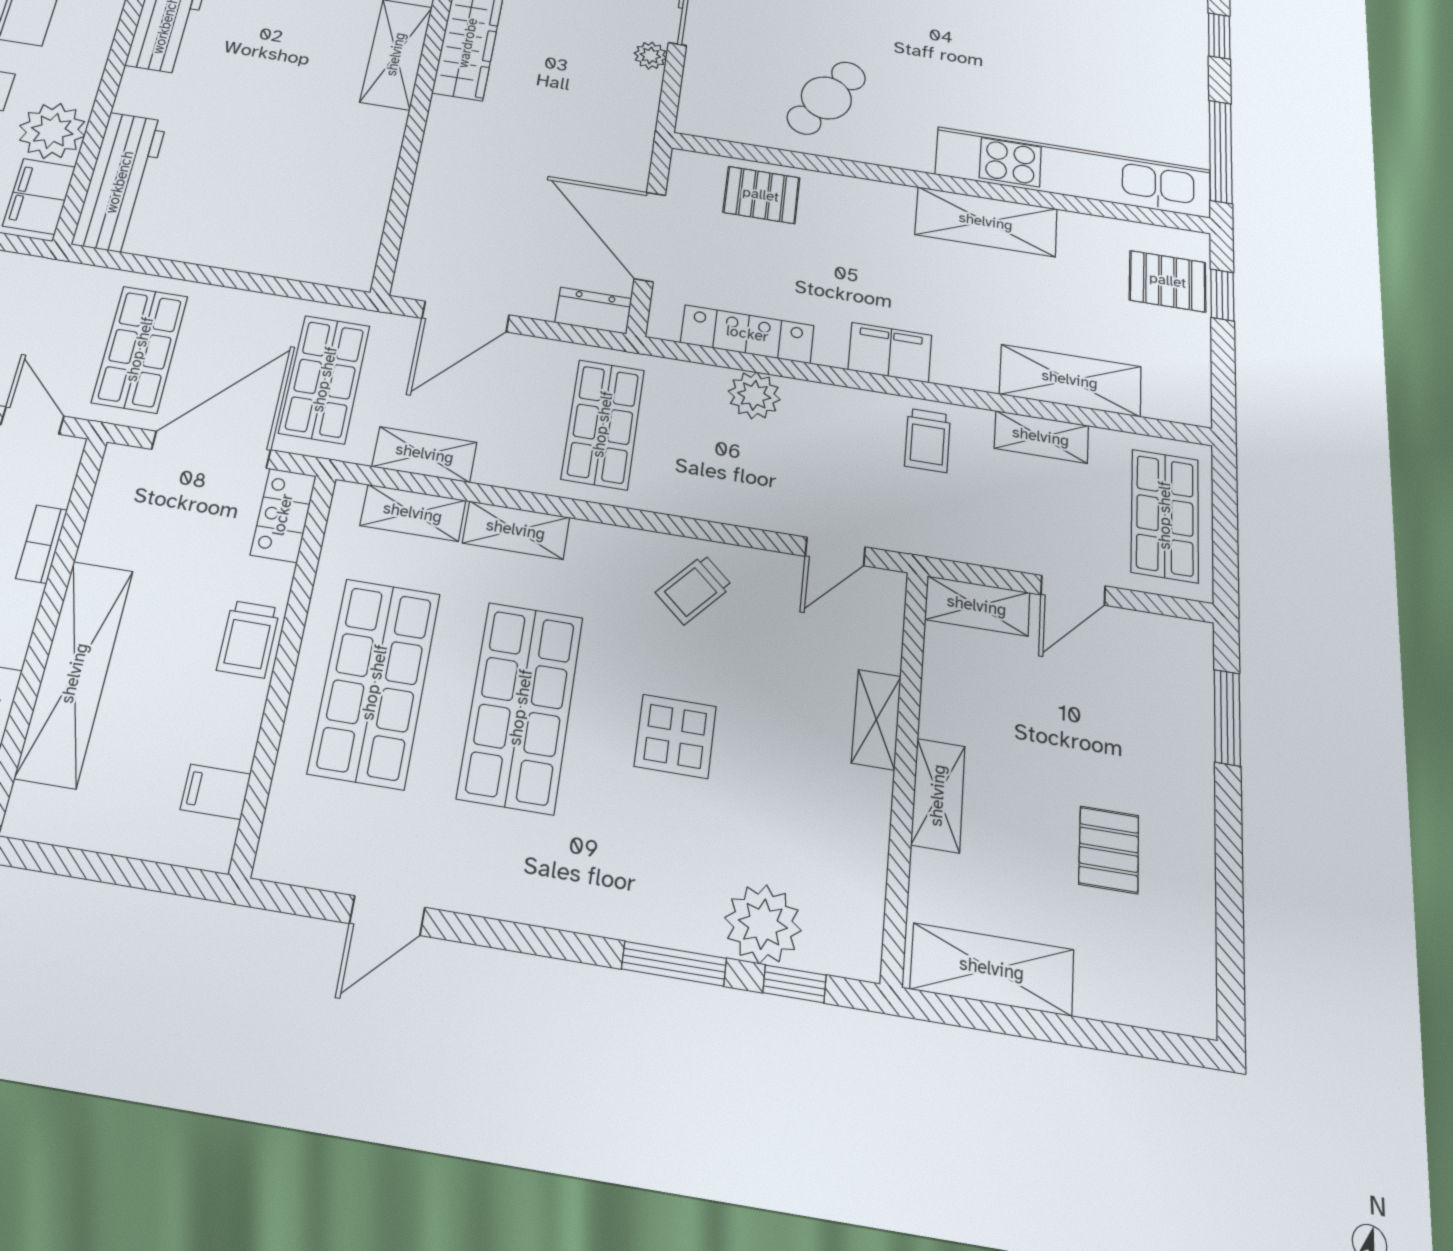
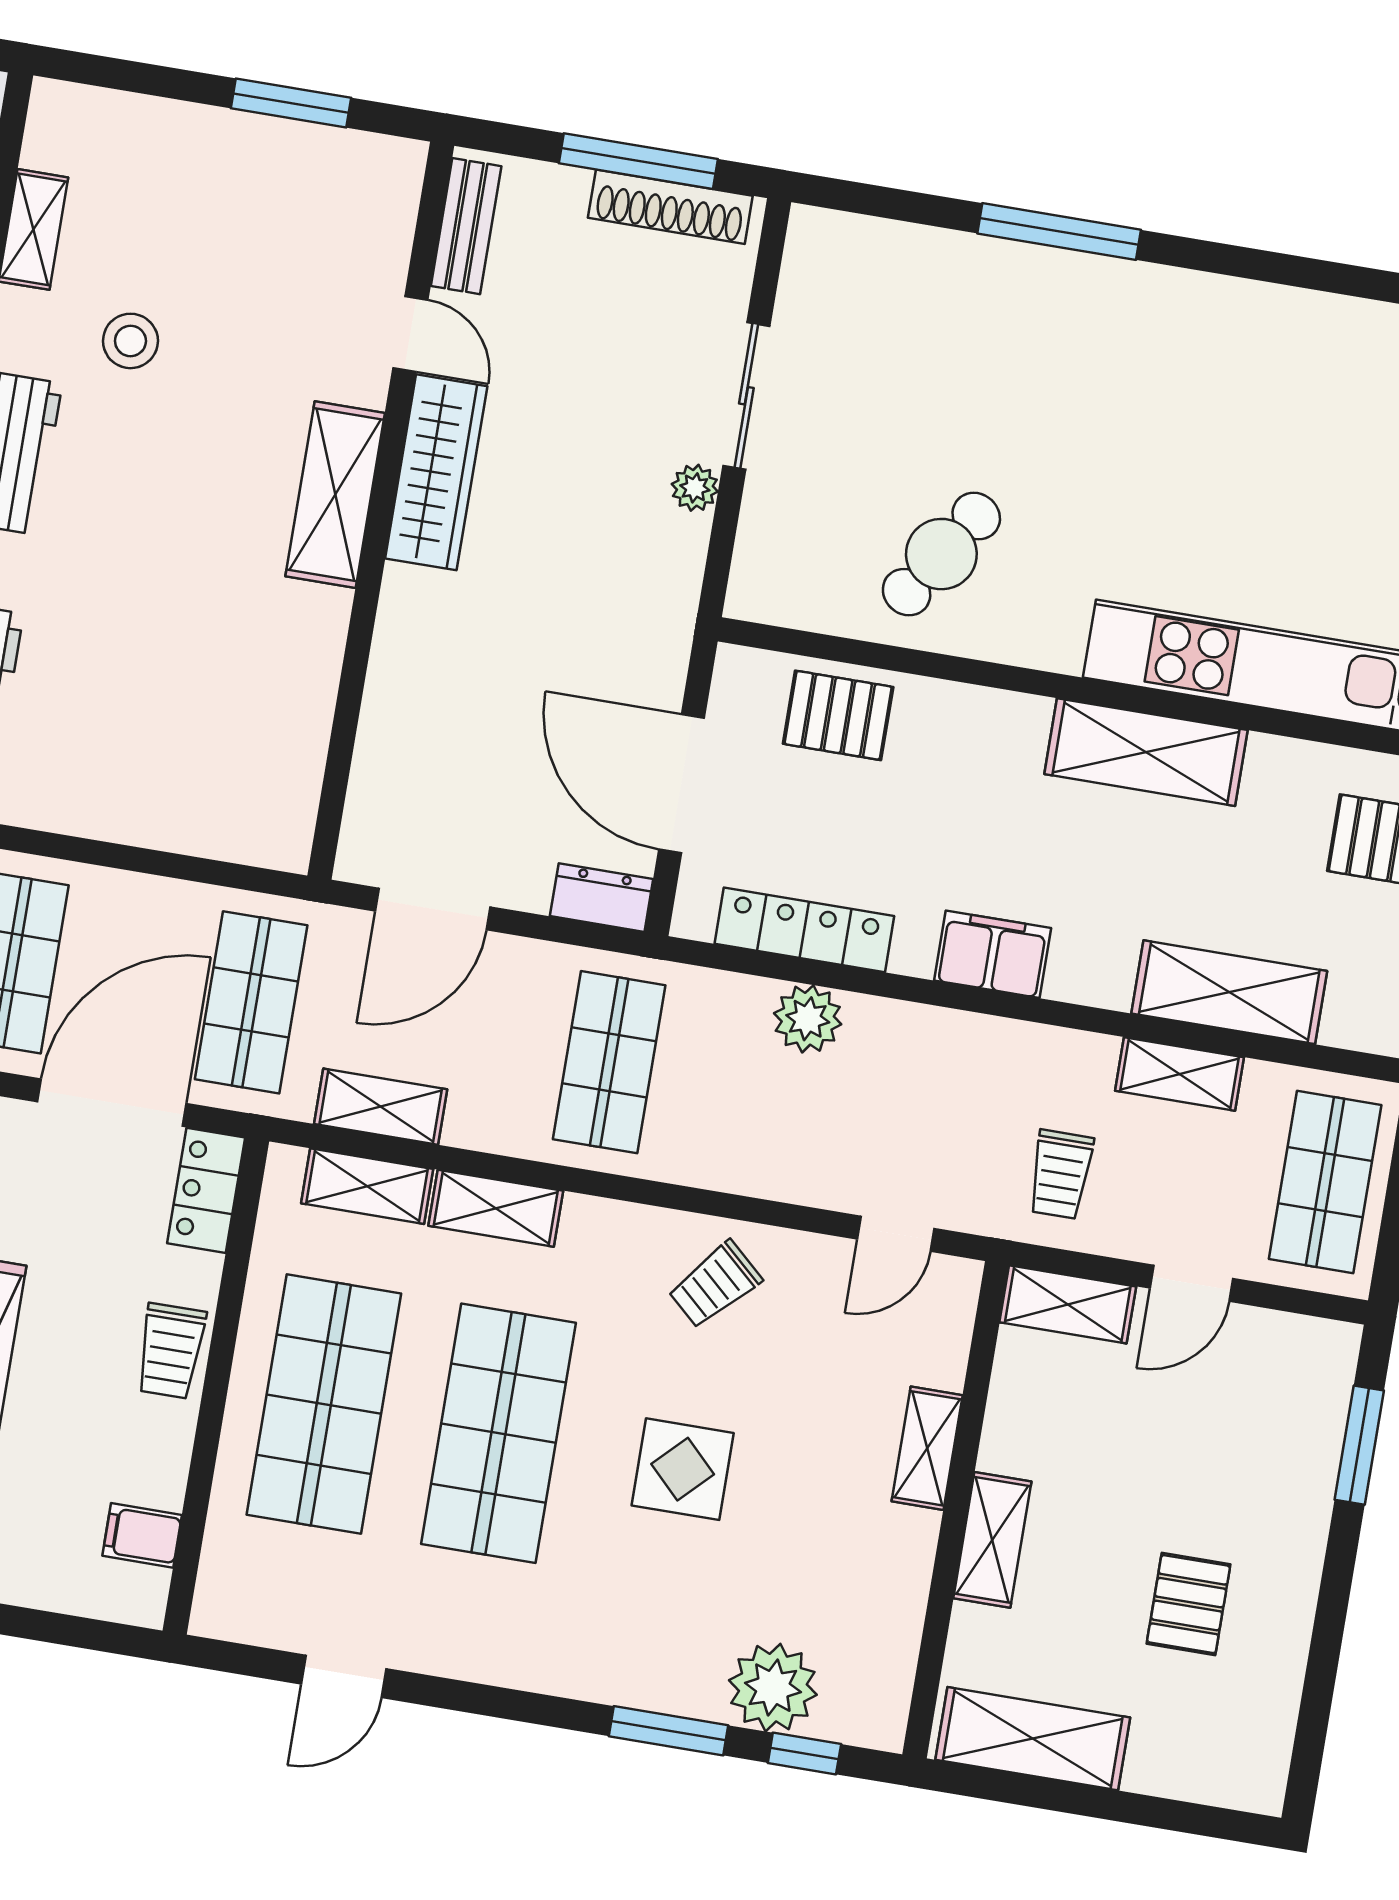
trolley: (928, 440) -> (1061, 1174), moved

